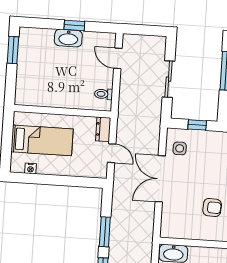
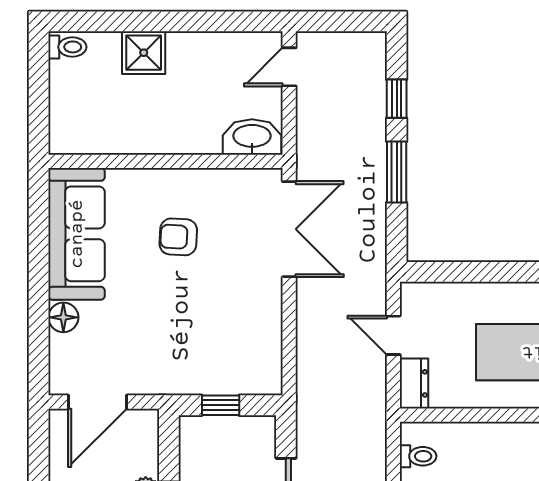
side table: (180, 148) -> (253, 354), removed
double door: (160, 179) -> (289, 229), moved

